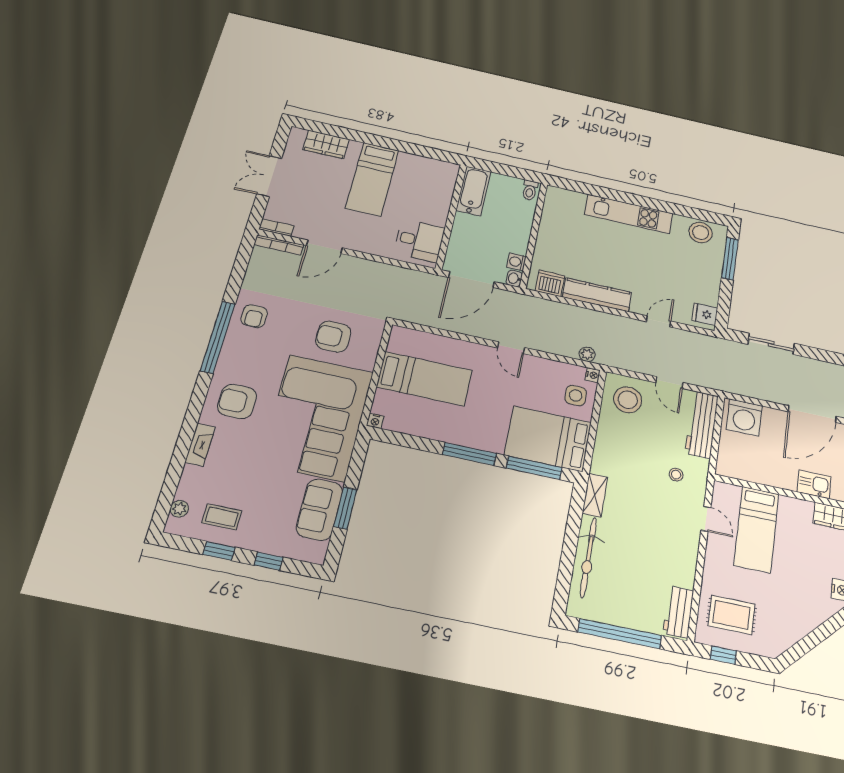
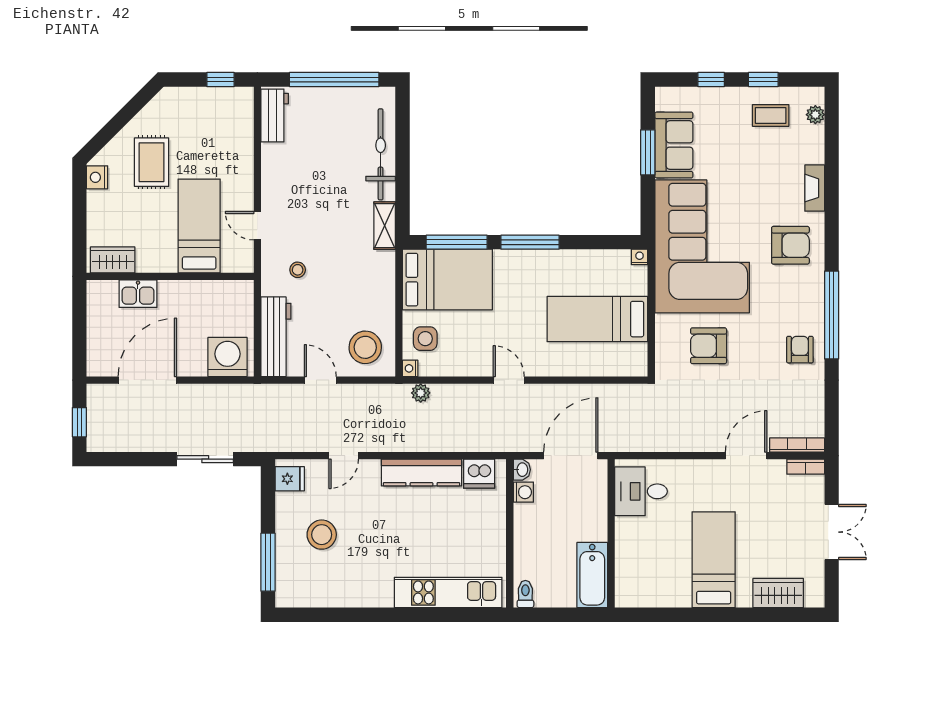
kitchen unit: (629, 214) -> (448, 592), moved
stool: (701, 233) -> (322, 535), moved
armchair: (333, 337) -> (709, 346), turned 180
rug: (732, 615) -> (152, 162), moved, turned 90

